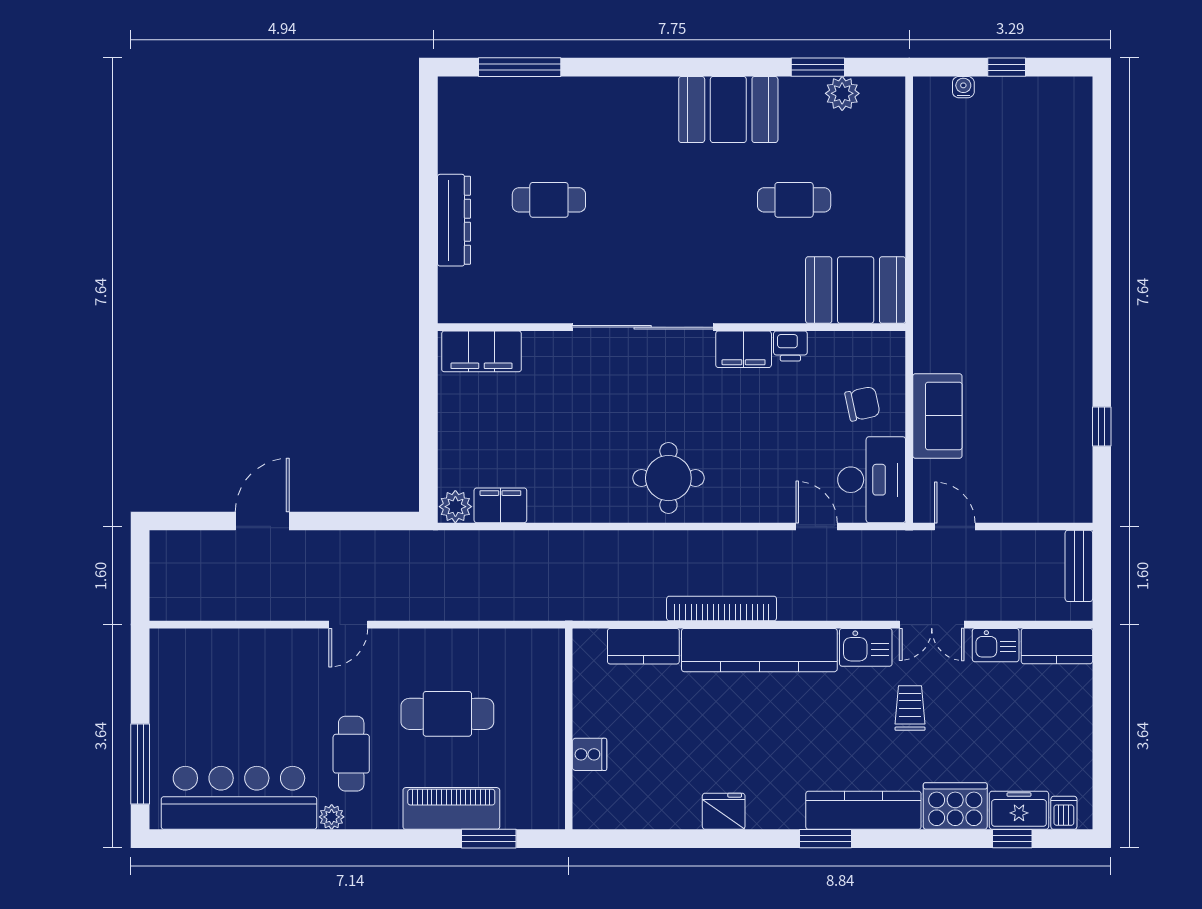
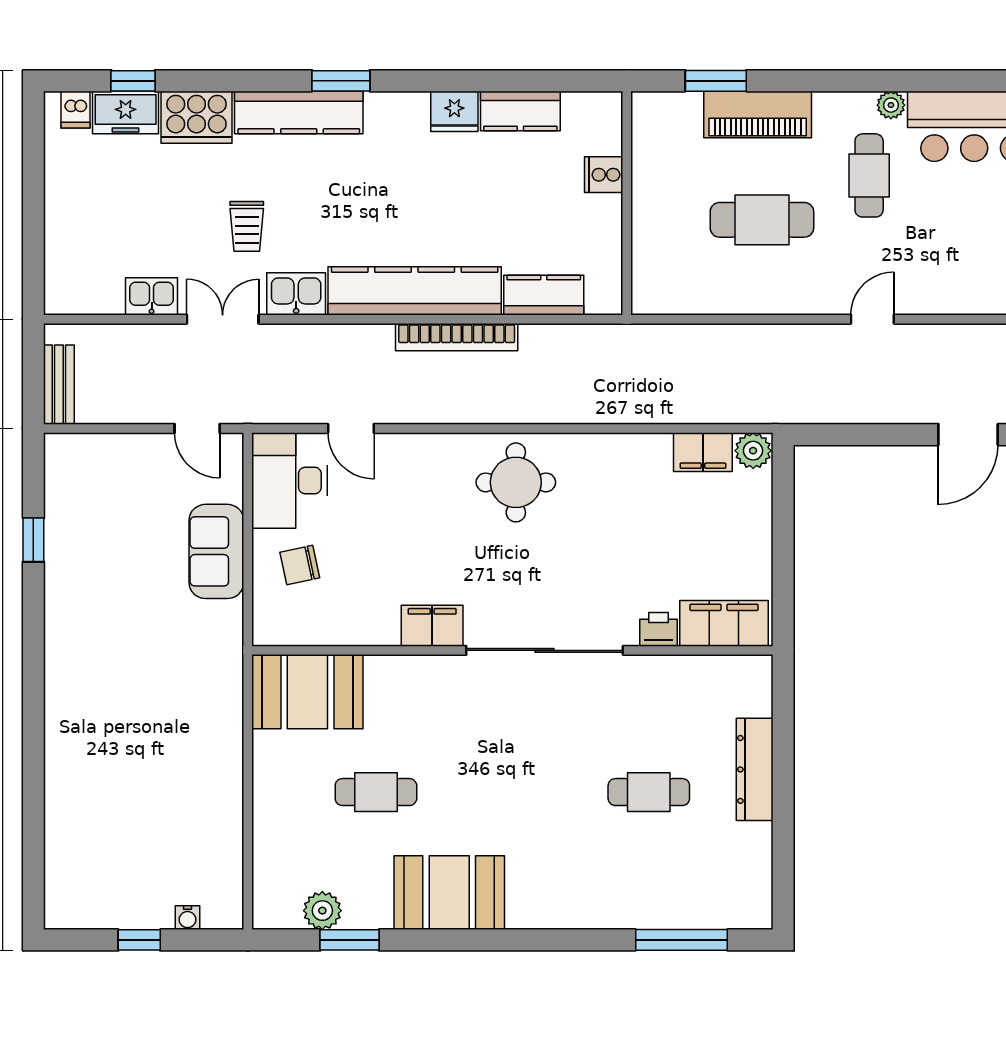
printer: (790, 346) -> (659, 629), moved
kitchen counter: (1057, 646) -> (520, 111), moved, turned 180

